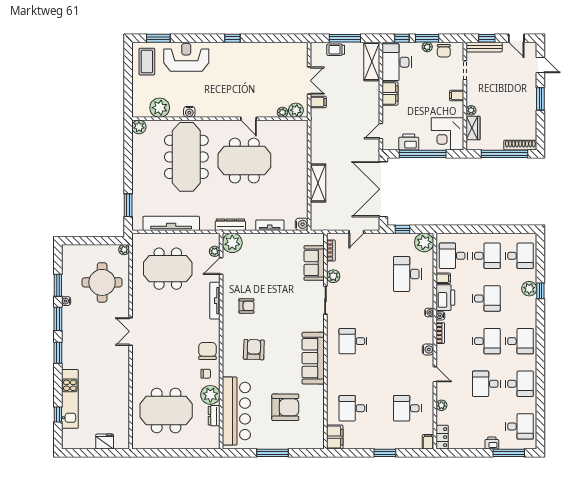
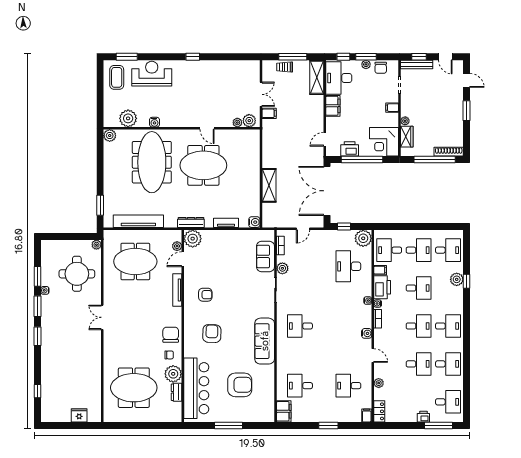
desk: (486, 384) -> (419, 364), turned 180
kitchen unit: (70, 399) -> (48, 377), removed

